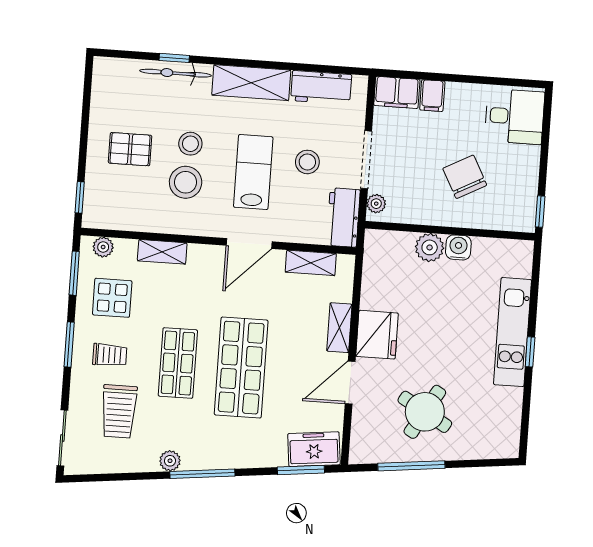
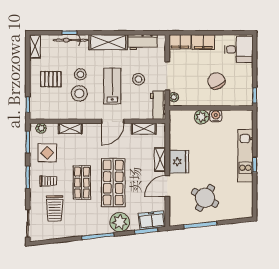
shelving: (103, 81) -> (35, 46), added
filing cabinet: (432, 96) -> (203, 42), width x2.00
plant: (170, 461) -> (120, 222), moved, width x1.88, depth x1.88

